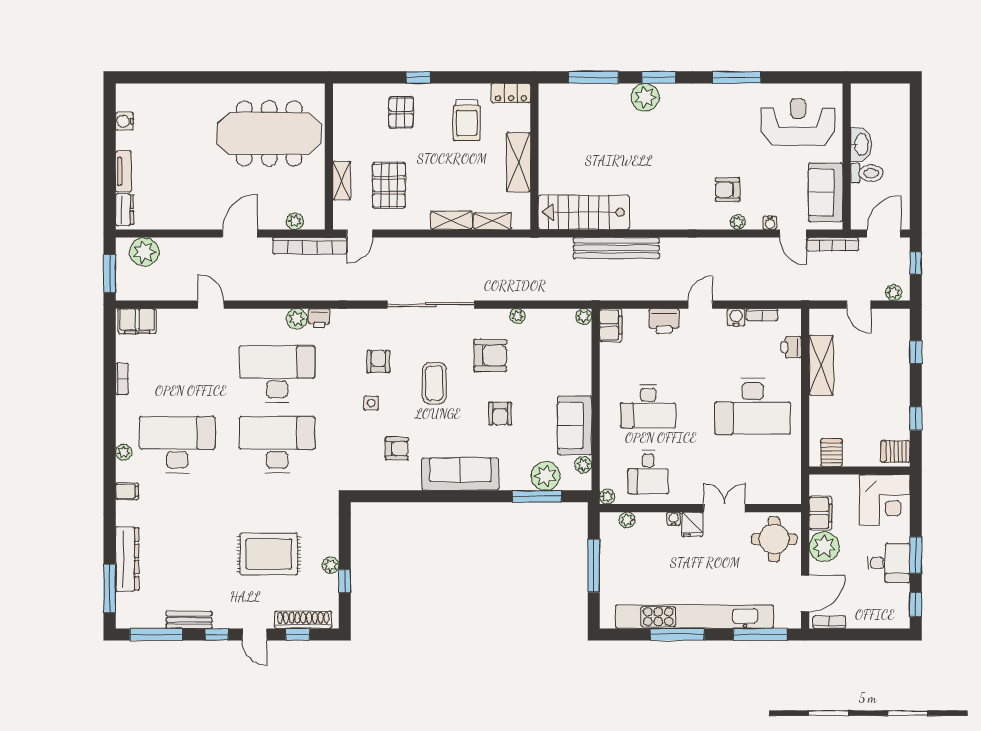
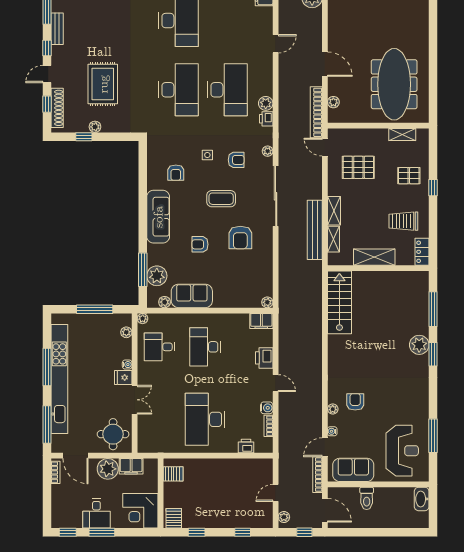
window: (737, 77) -> (433, 436), moved
washbasin: (861, 145) -> (422, 499), moved, turned 90
shelving: (342, 181) -> (402, 134), moved
bench: (616, 248) -> (315, 230), moved
plant: (517, 316) -> (268, 151), moved
shelving: (821, 365) -> (233, 467), removed

